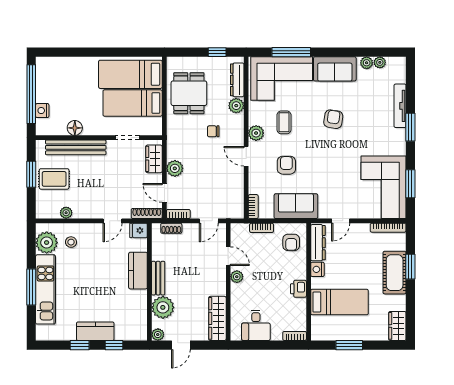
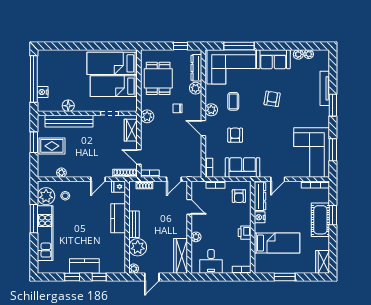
plant: (175, 168) -> (147, 116), moved
plant: (237, 277) -> (196, 237), moved
window: (31, 287) -> (34, 219), moved

